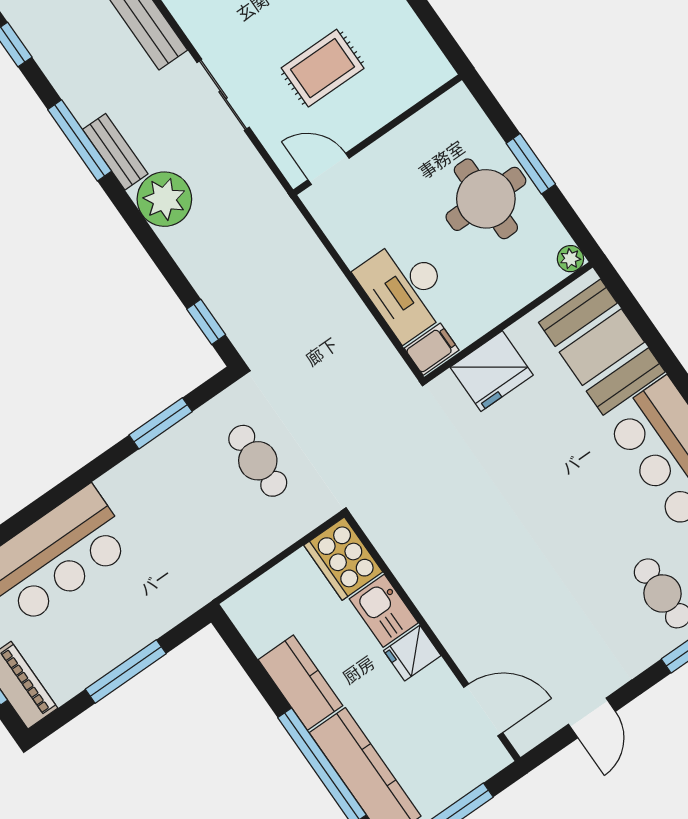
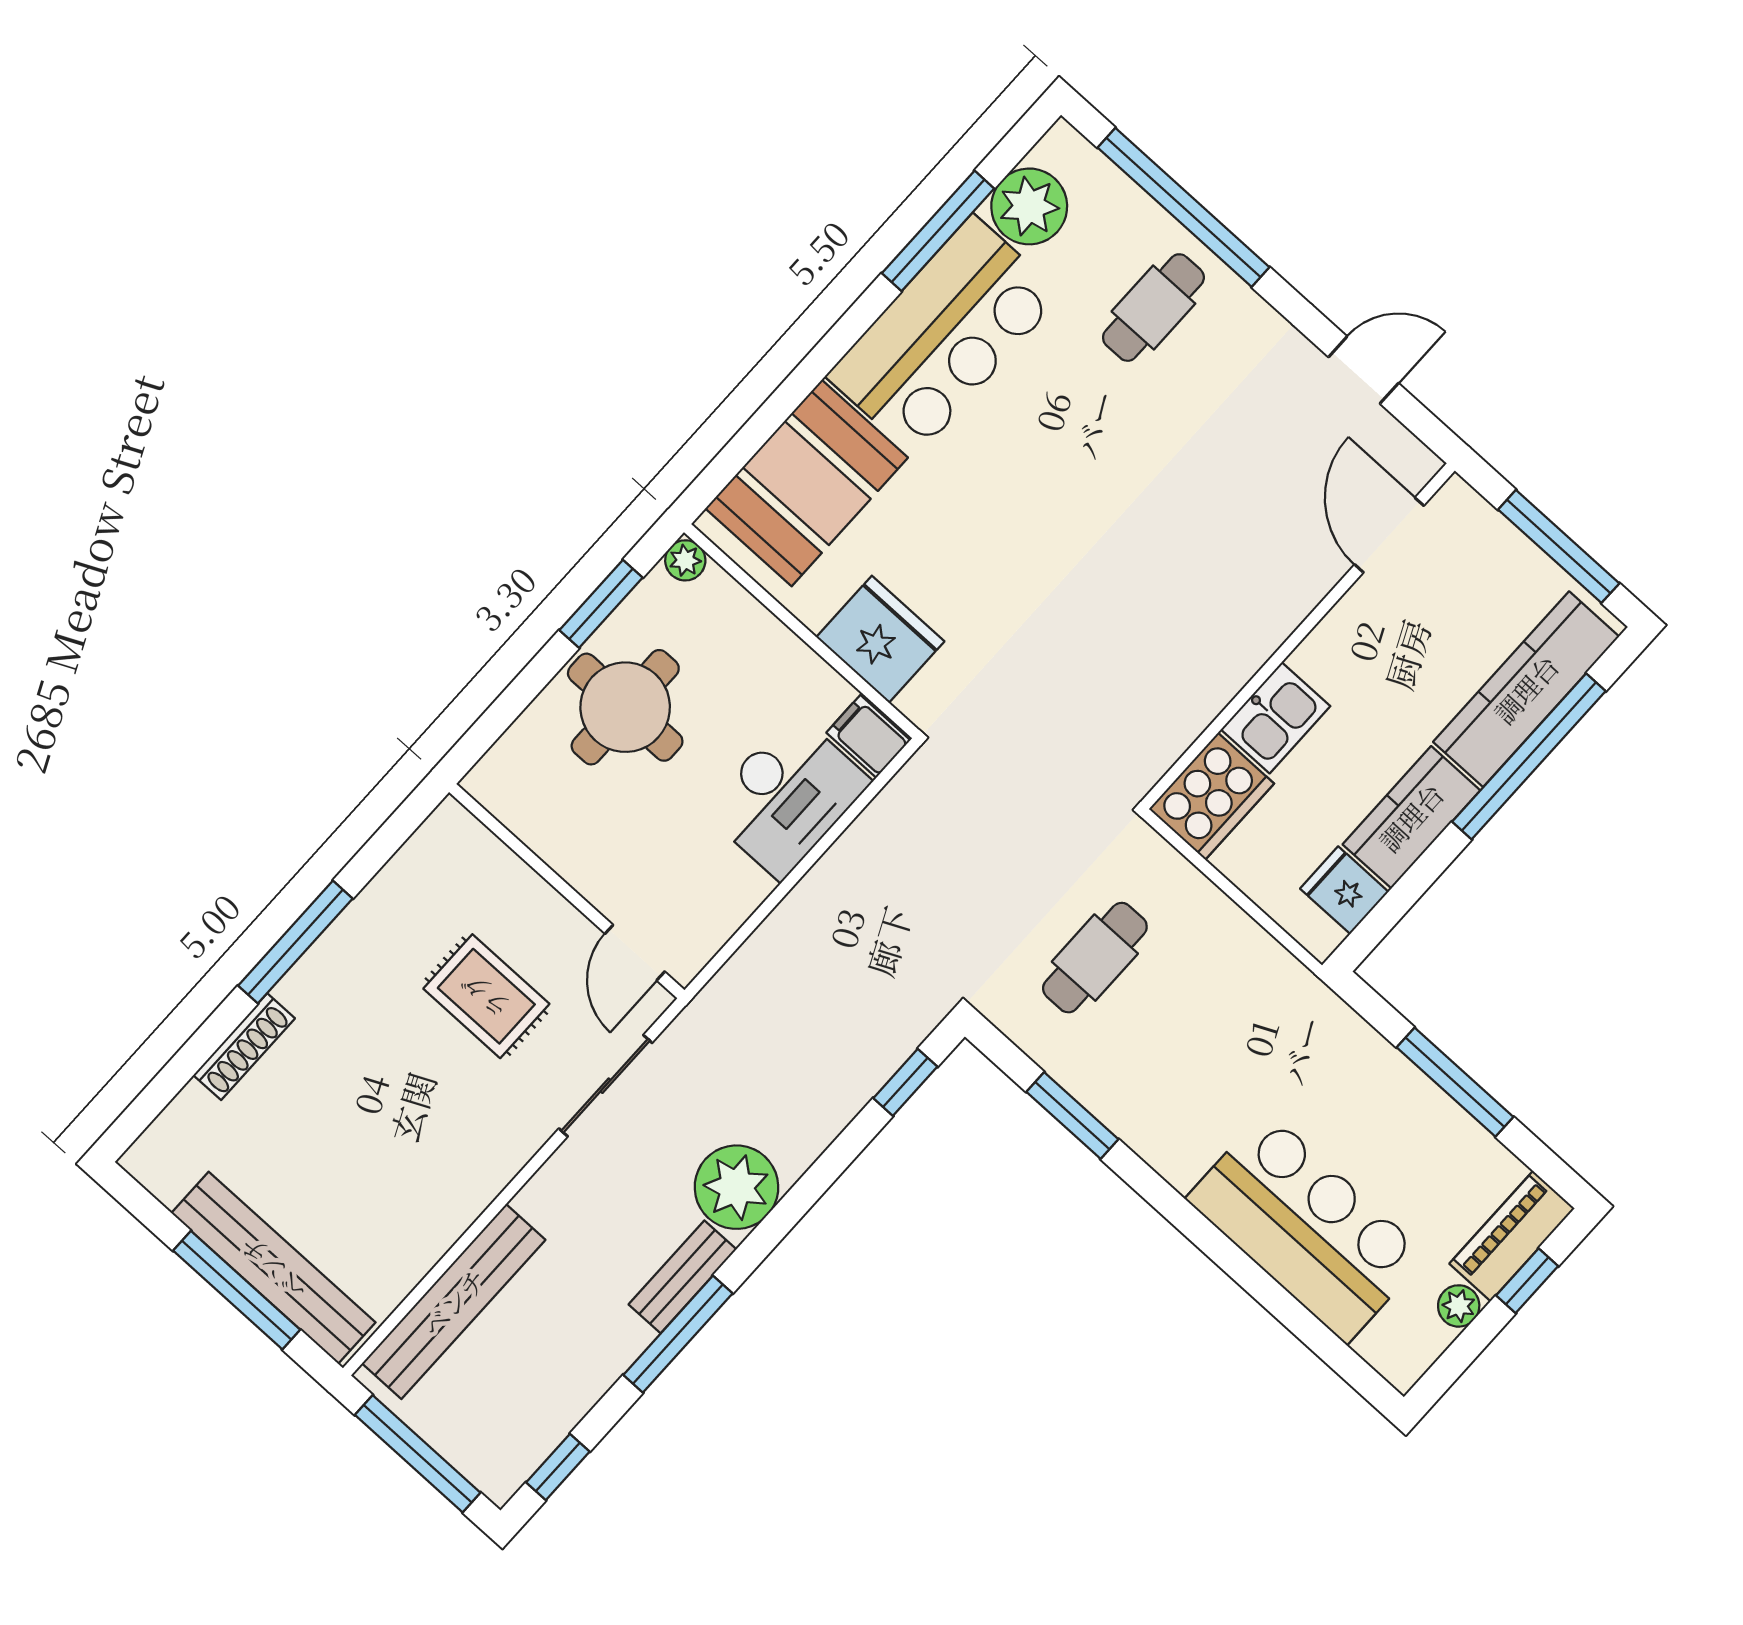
sliding door: (223, 95) -> (606, 1086), moved
window: (531, 164) -> (601, 604), moved
fridge: (412, 653) -> (1344, 890), moved, turned 180

